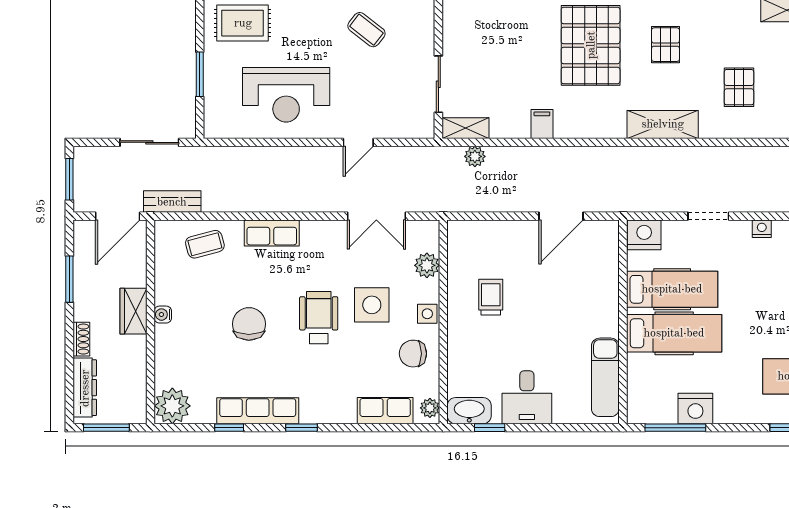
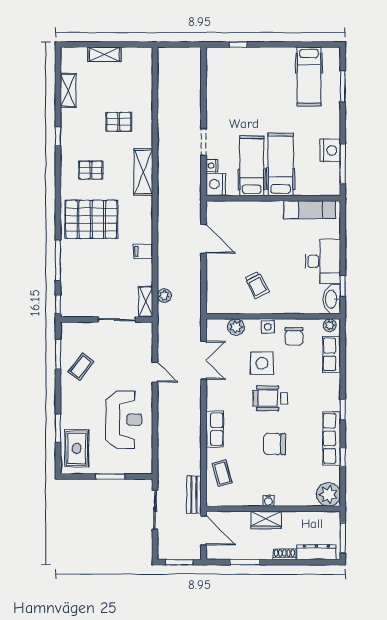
nightstand: (762, 229) -> (212, 166), moved
trolley: (491, 297) -> (257, 285), turned -117
desk: (527, 397) -> (323, 261), width x1.37

